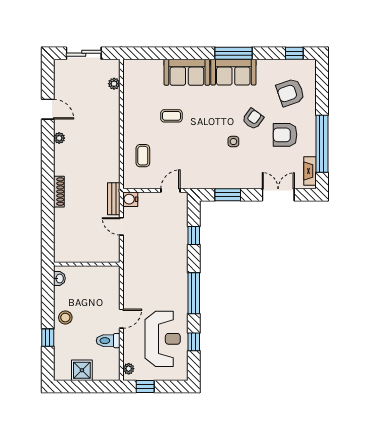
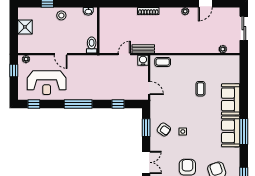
armchair: (253, 119) -> (164, 129), moved
coffee table: (143, 156) -> (163, 62), moved
toilet: (108, 341) -> (92, 45), moved
window: (194, 342) -> (34, 104), moved

